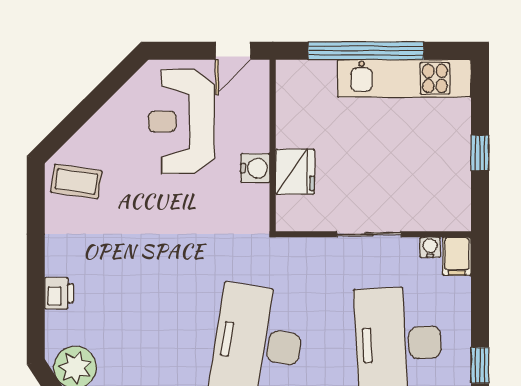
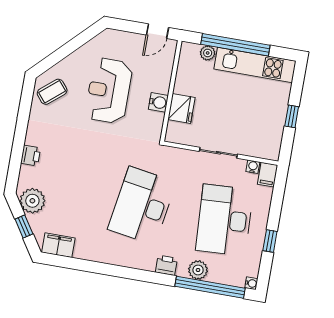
plant: (322, 72) -> (208, 53), added
reception desk: (181, 122) -> (109, 91), moved
coffee table: (76, 181) -> (52, 92), turned -48

